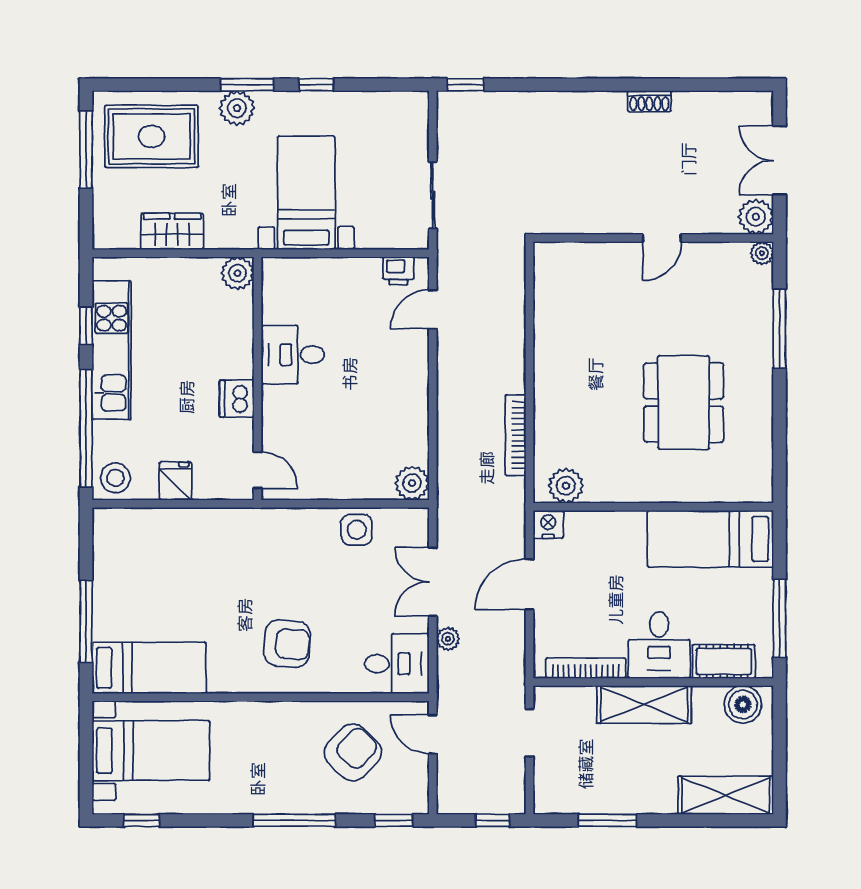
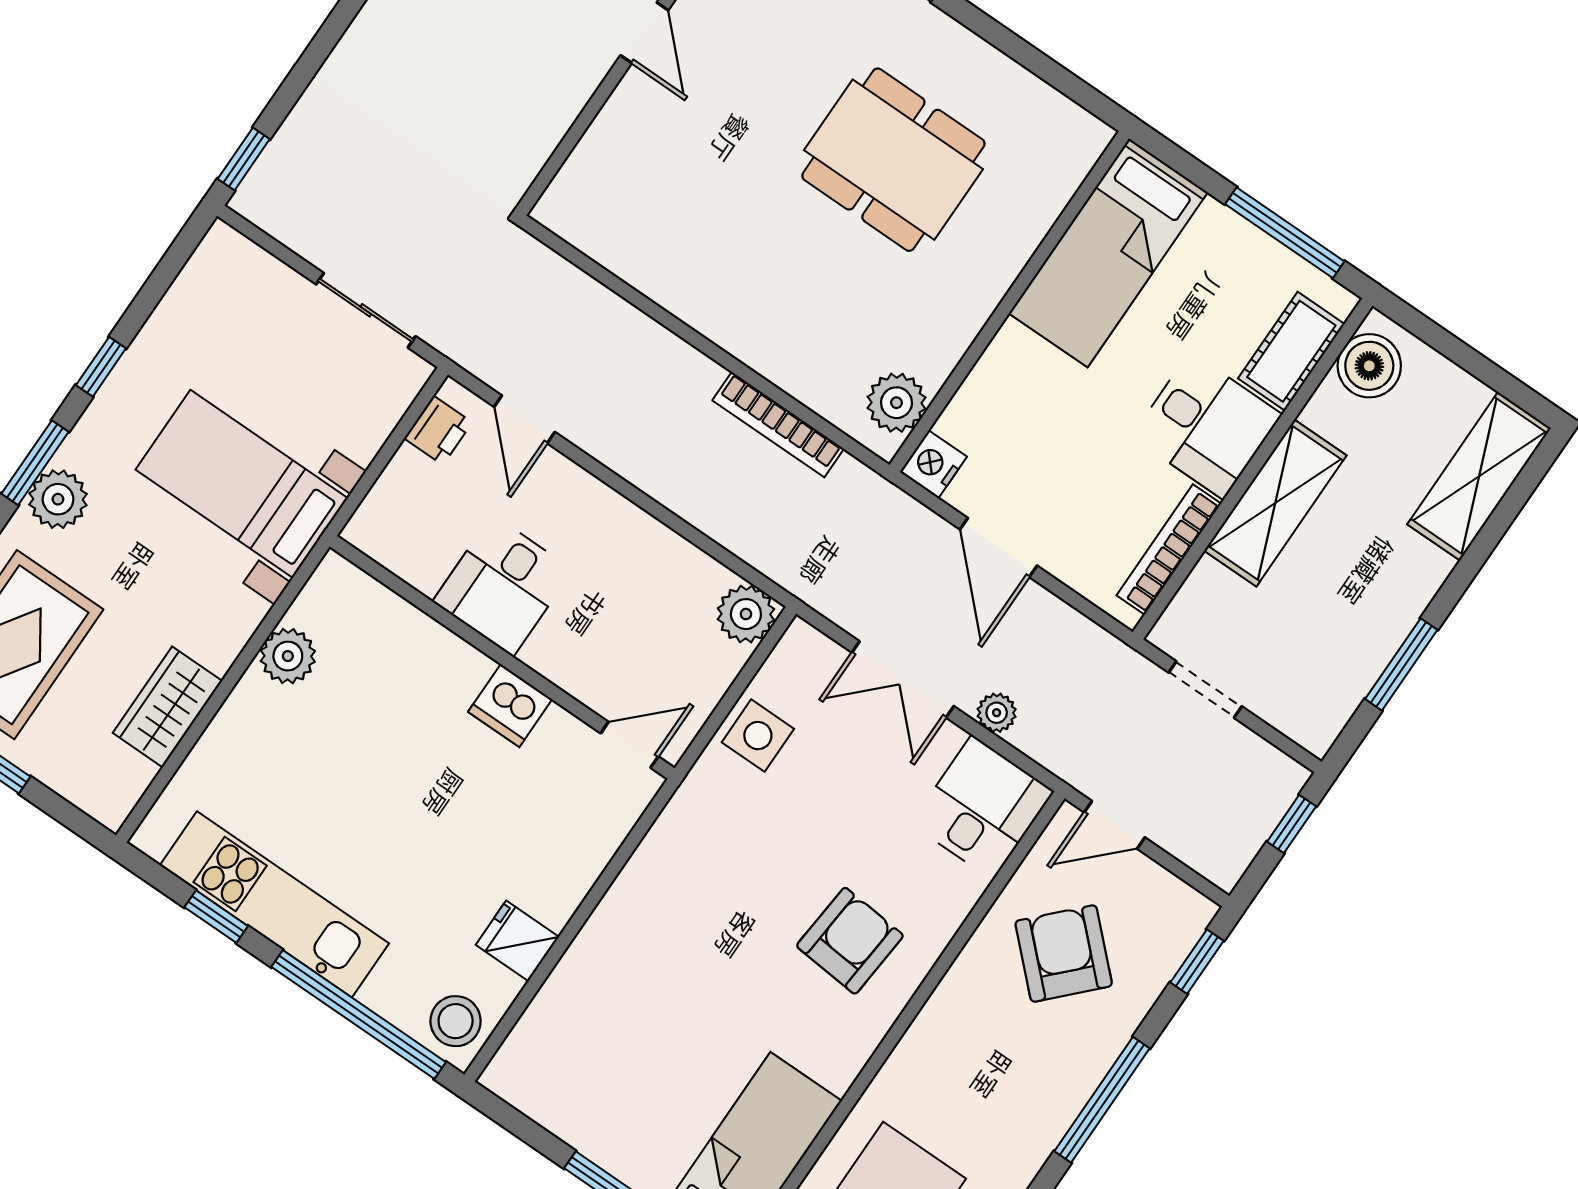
desk: (293, 355) -> (503, 586), moved
wall: (258, 378) -> (502, 657), moved
dishwasher: (237, 399) -> (510, 706), moved
door: (258, 470) -> (629, 745), moved

